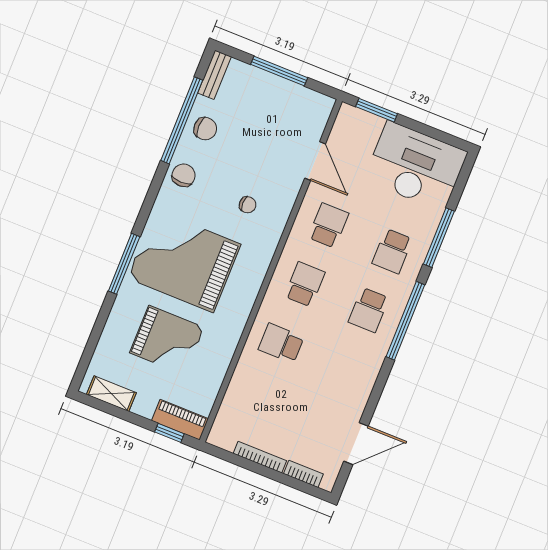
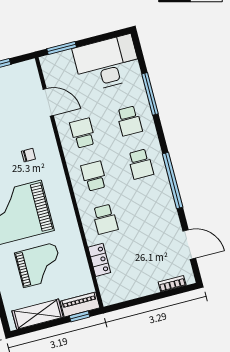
window: (405, 321) -> (173, 181), moved
school desk: (281, 343) -> (105, 219), turned -90
locker: (240, 385) -> (99, 260), added
shelving: (111, 394) -> (38, 314), width x1.50, depth x1.33
door: (356, 444) -> (189, 245), hinge flipped
bookcase: (260, 457) -> (141, 292), removed

